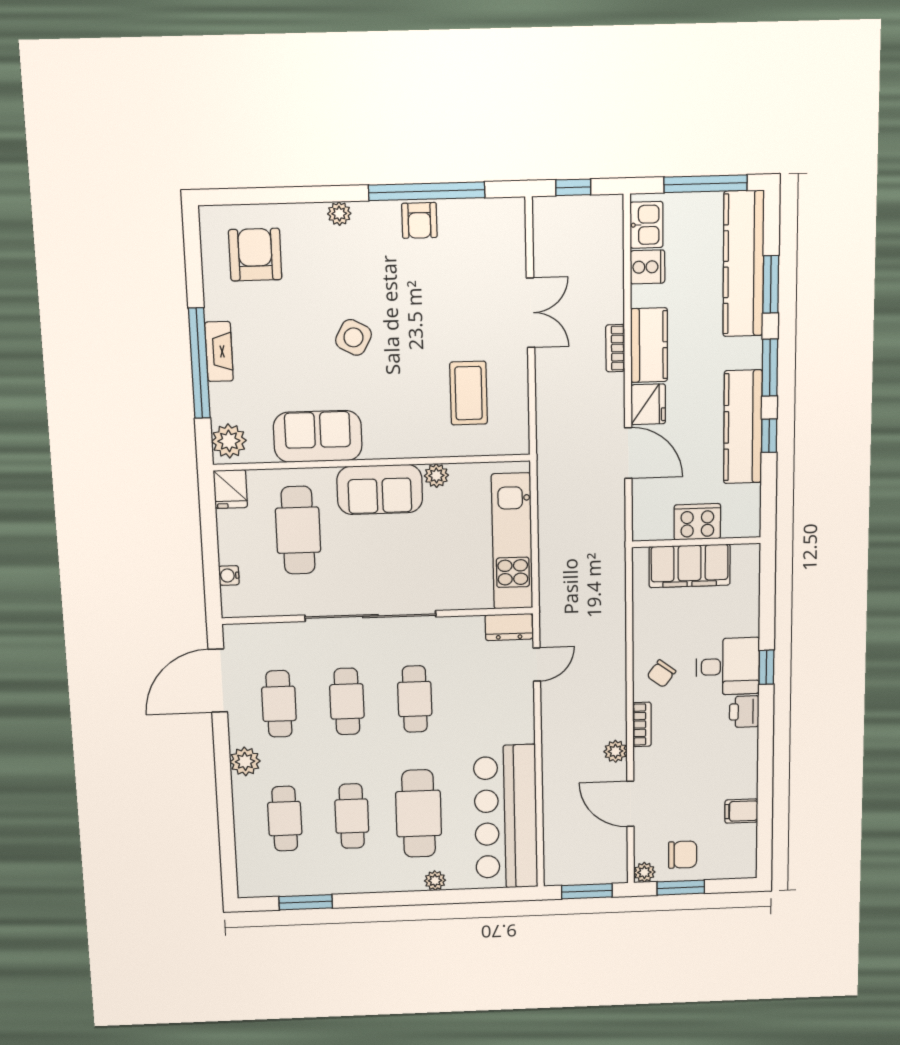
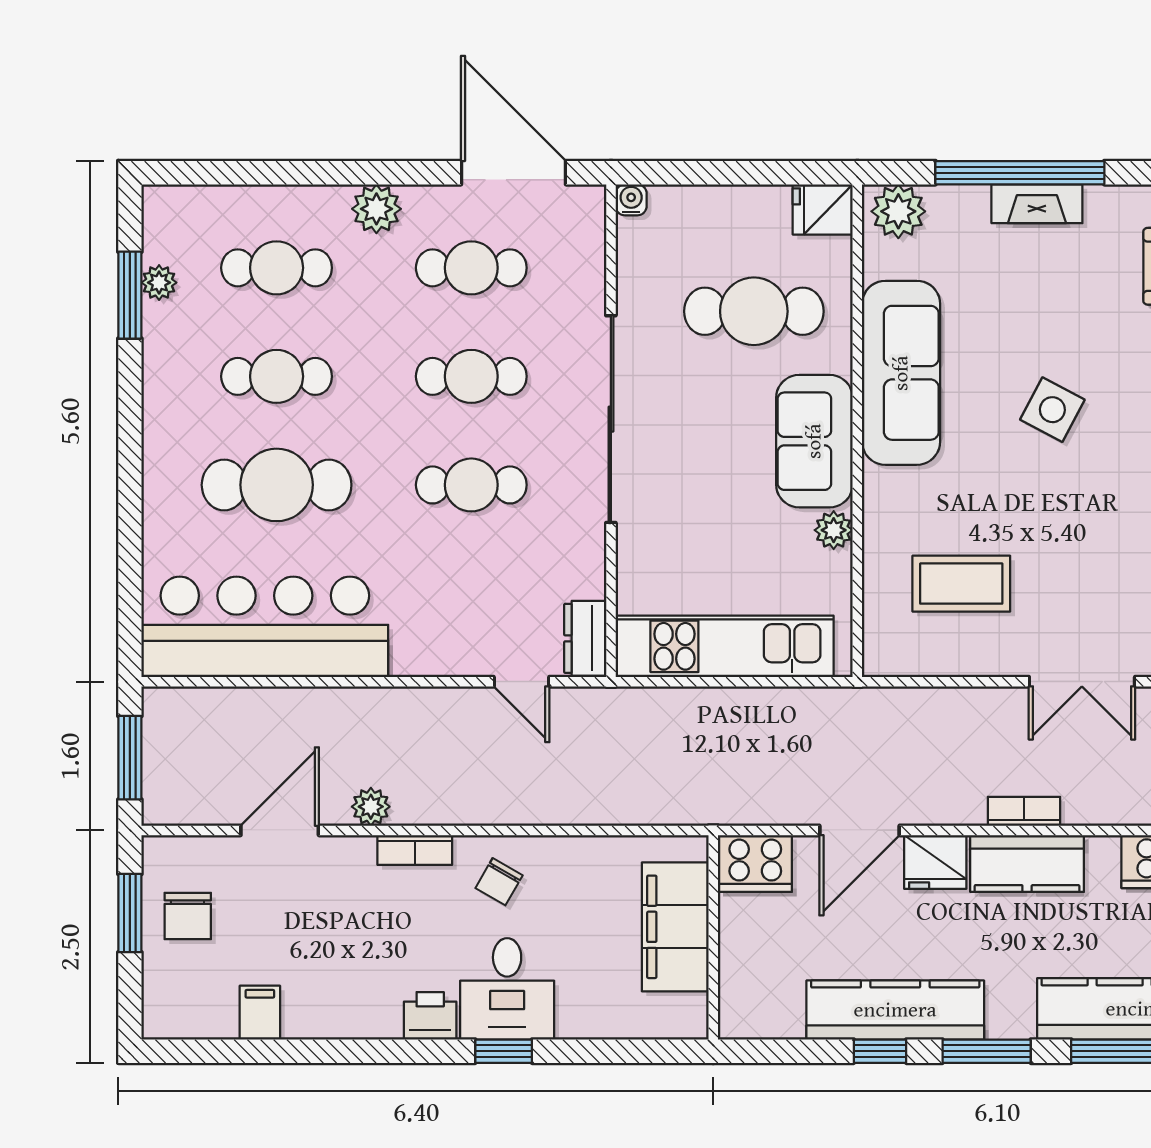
sofa: (318, 436) -> (901, 373), width x1.36
cooker: (697, 522) -> (755, 863), moved, turned 90
water cooler: (229, 575) -> (631, 200), moved
chair: (661, 674) -> (499, 882), turned -97
plant: (644, 872) -> (159, 853), removed
plant: (435, 881) -> (159, 283), moved

